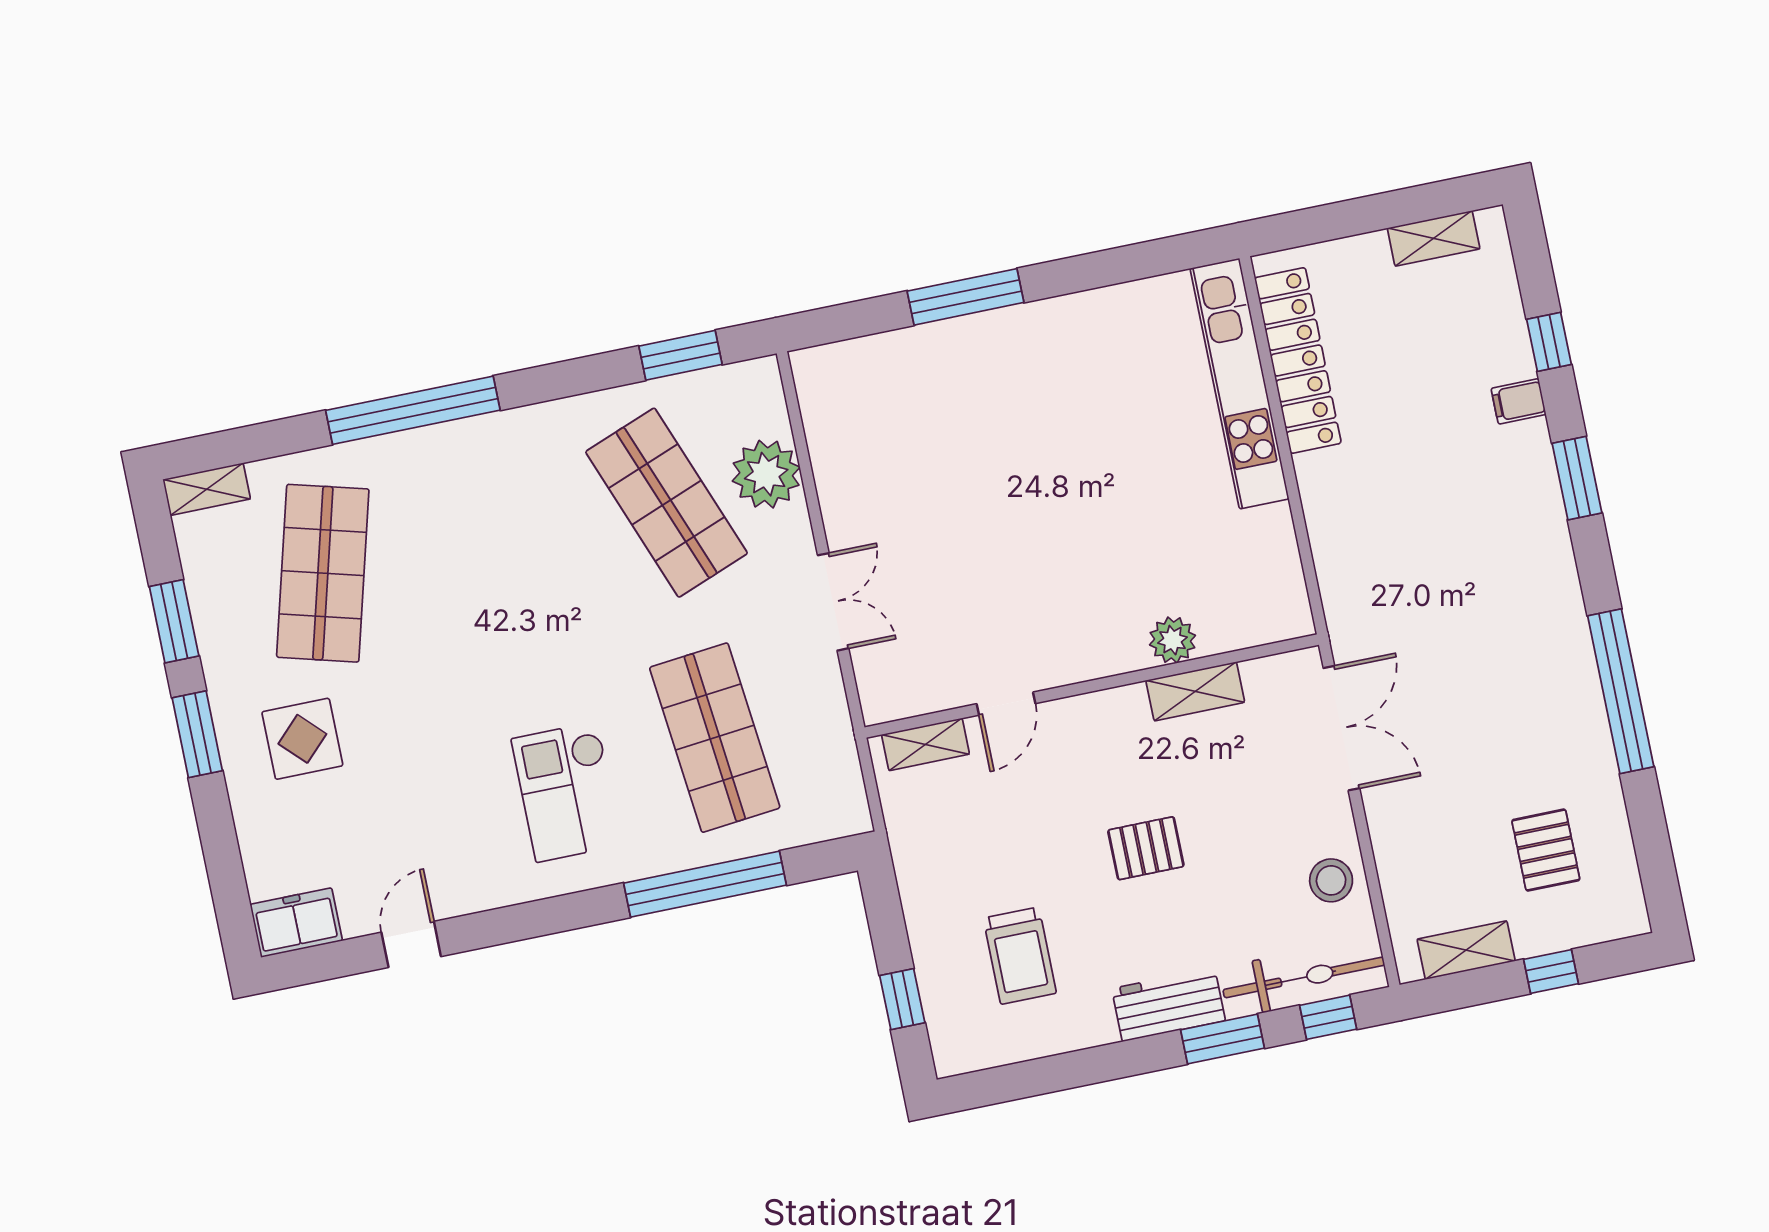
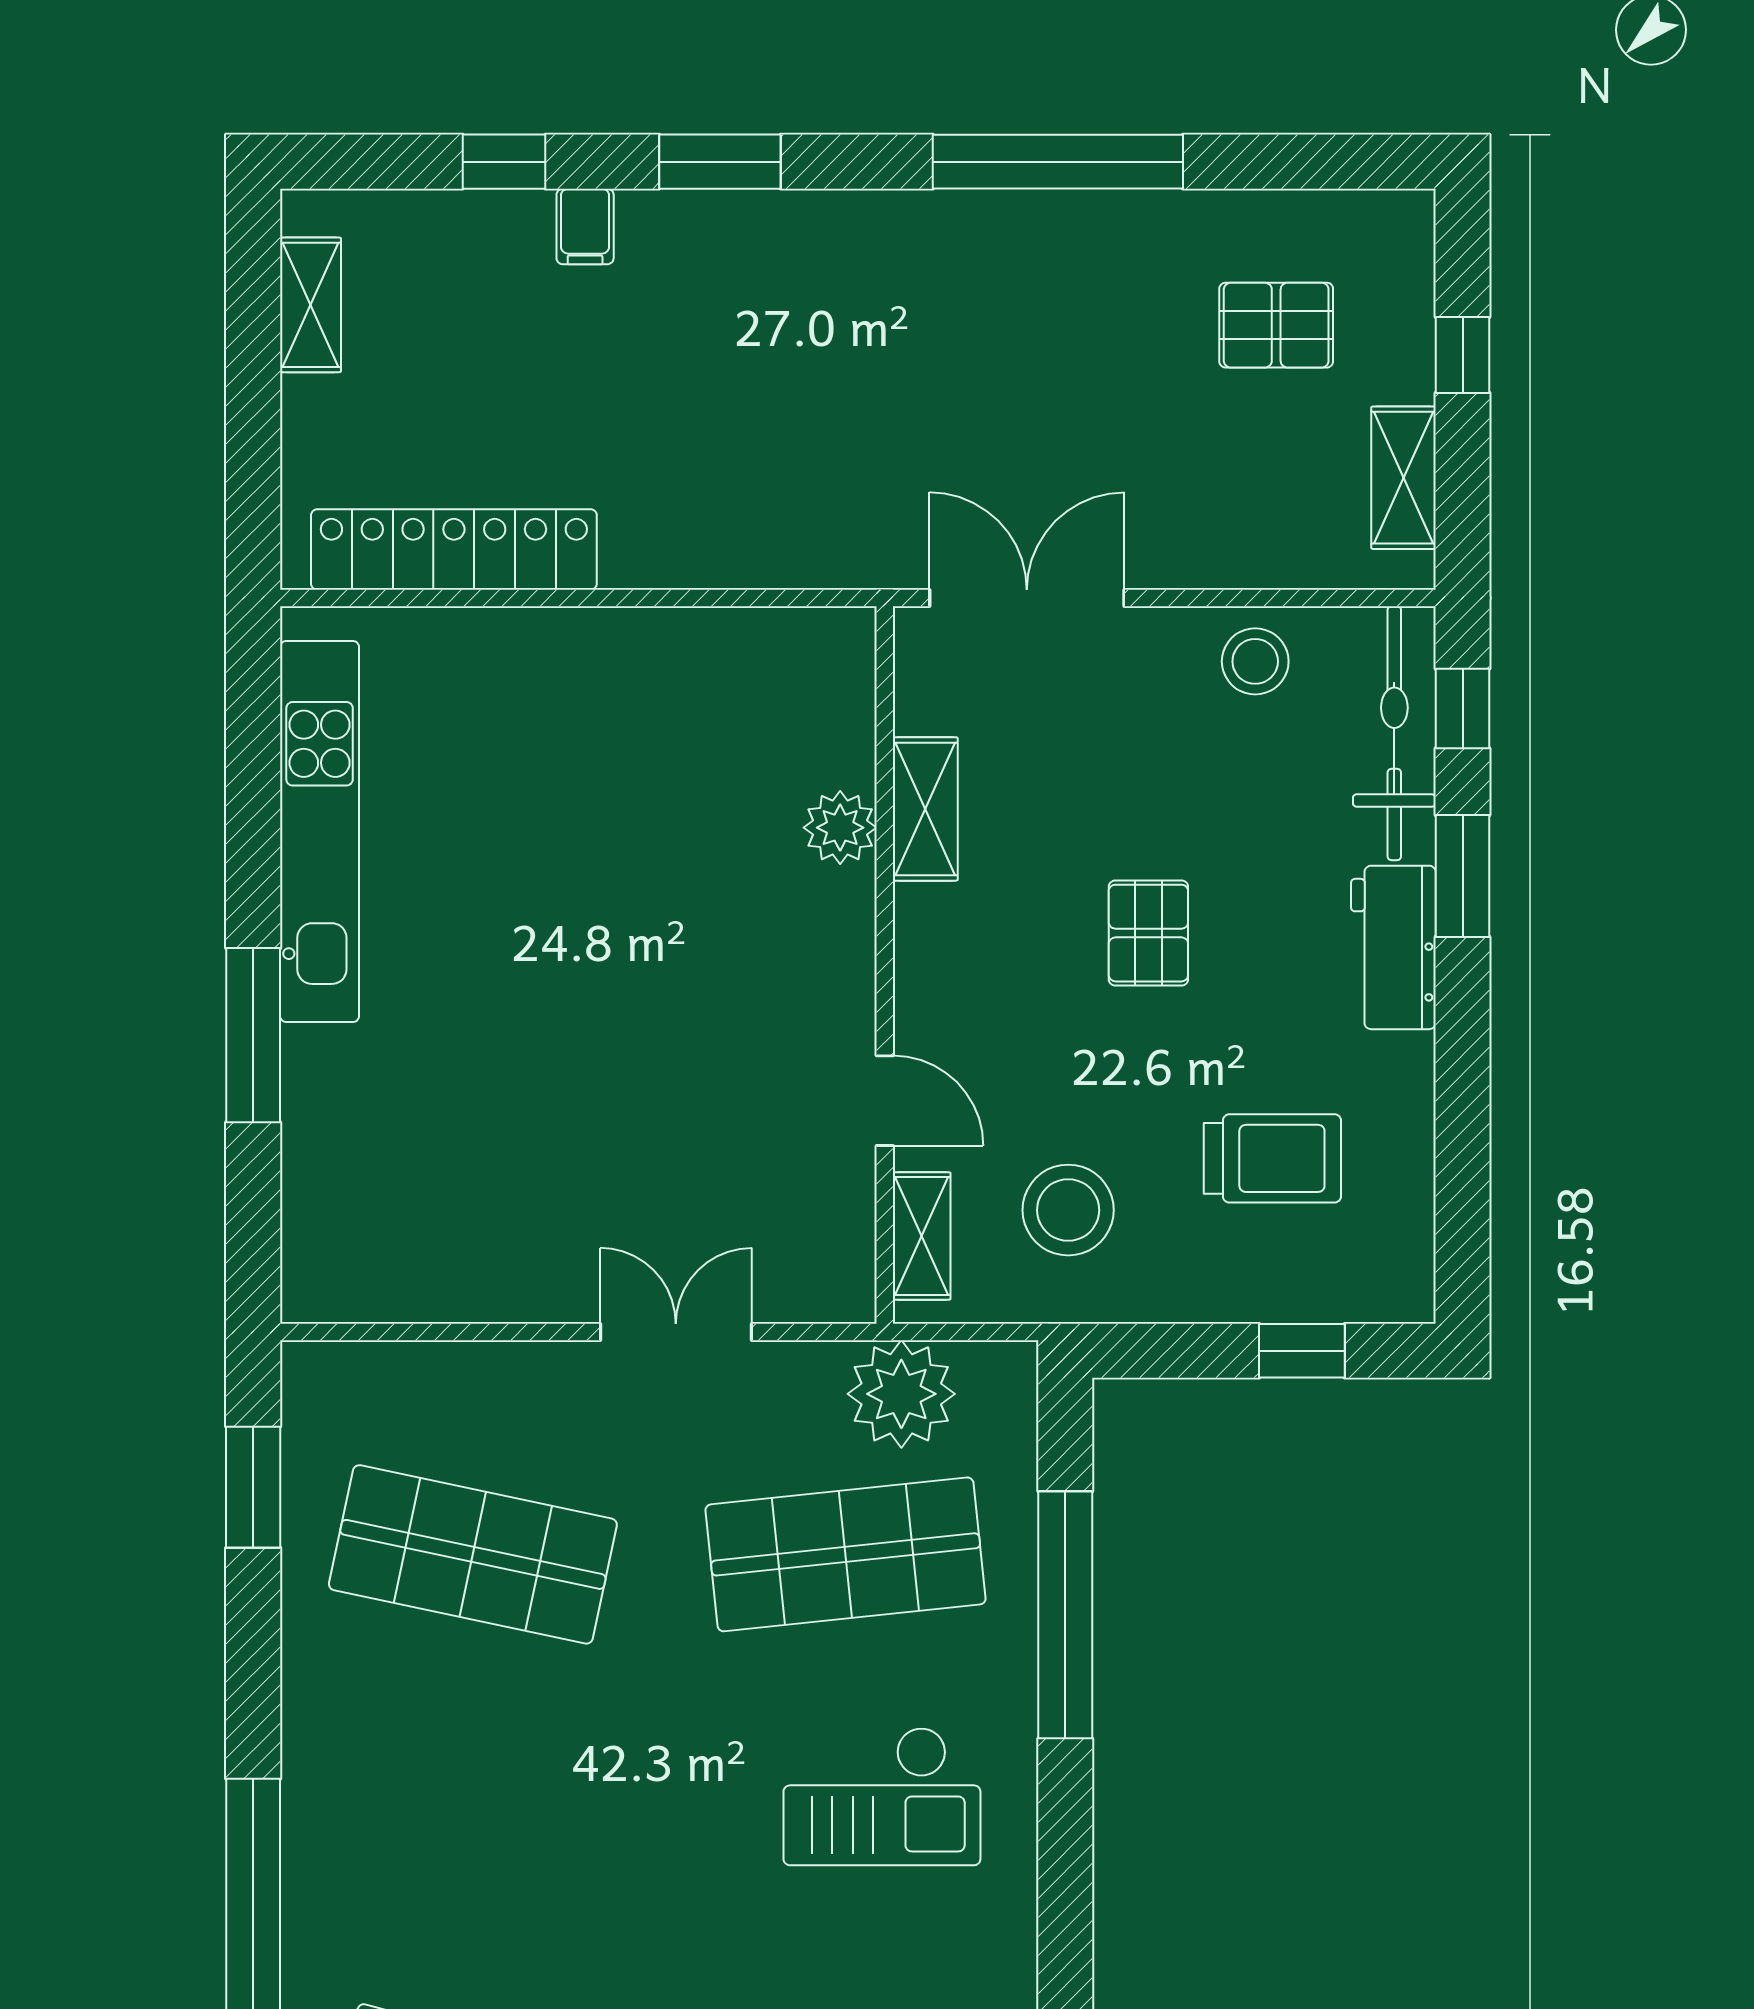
kitchen unit: (1240, 384) -> (320, 831), moved, turned -90
plant: (766, 474) -> (901, 1394), moved
shop shelf: (667, 503) -> (473, 1554), turned 33
stool: (961, 833) -> (1068, 1210), added

